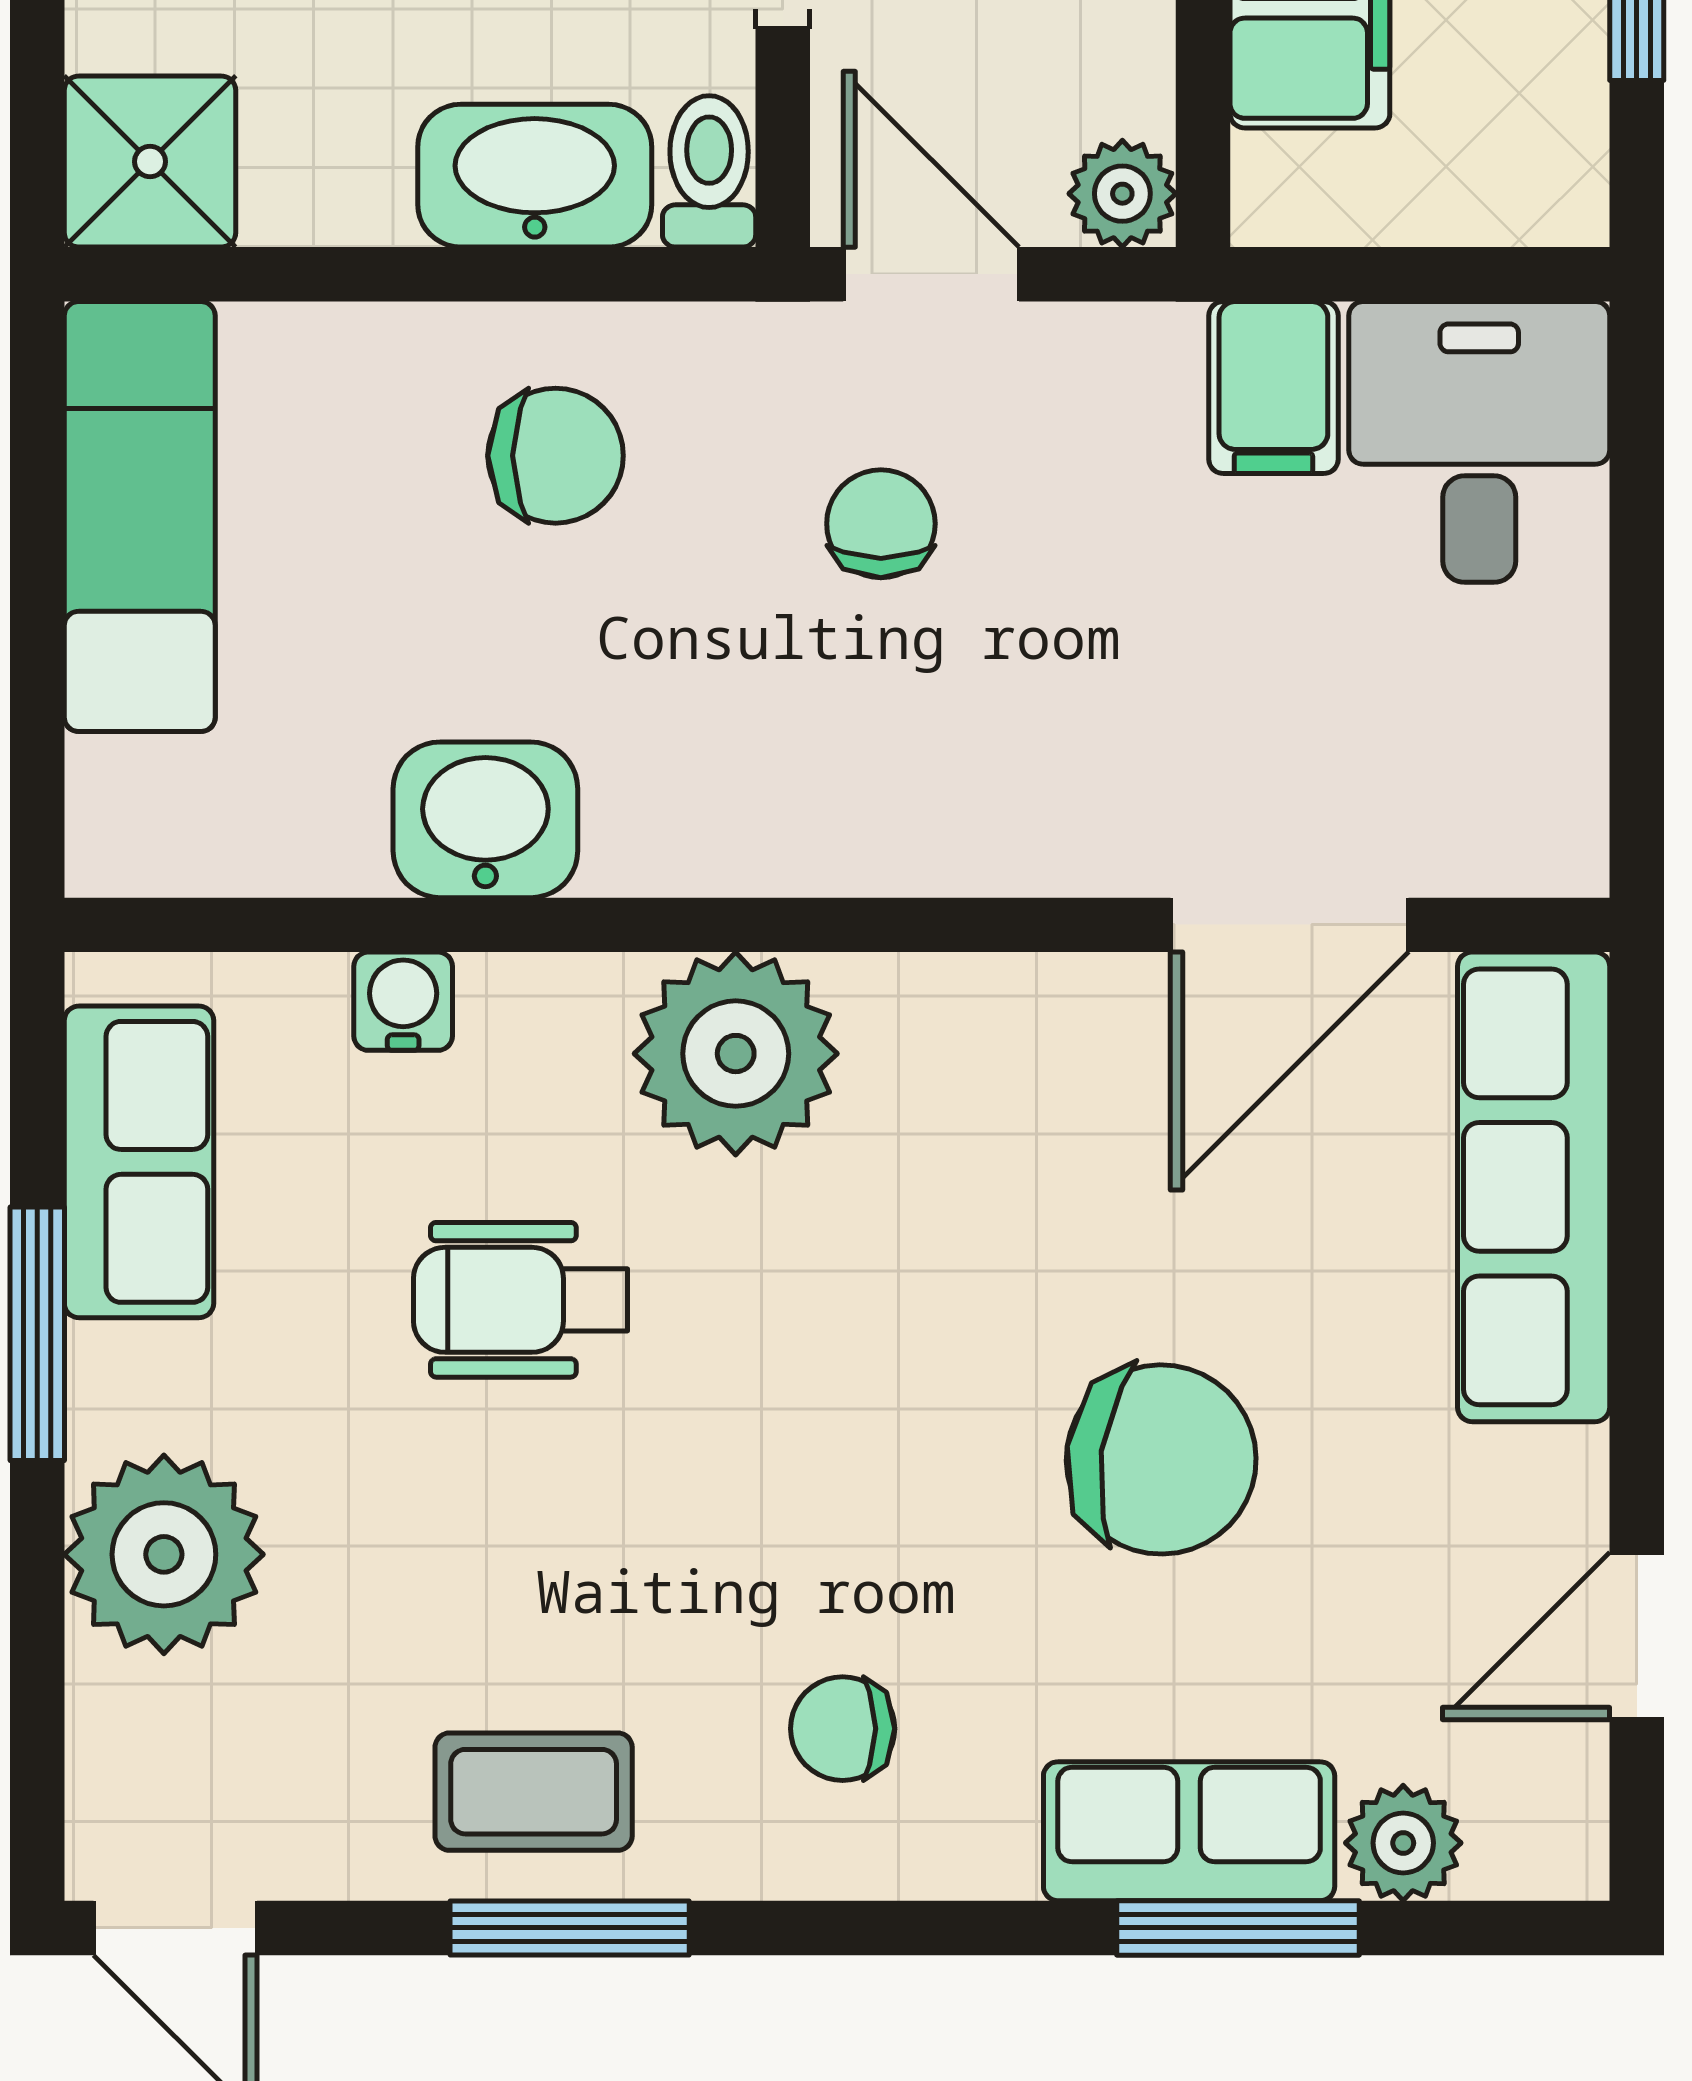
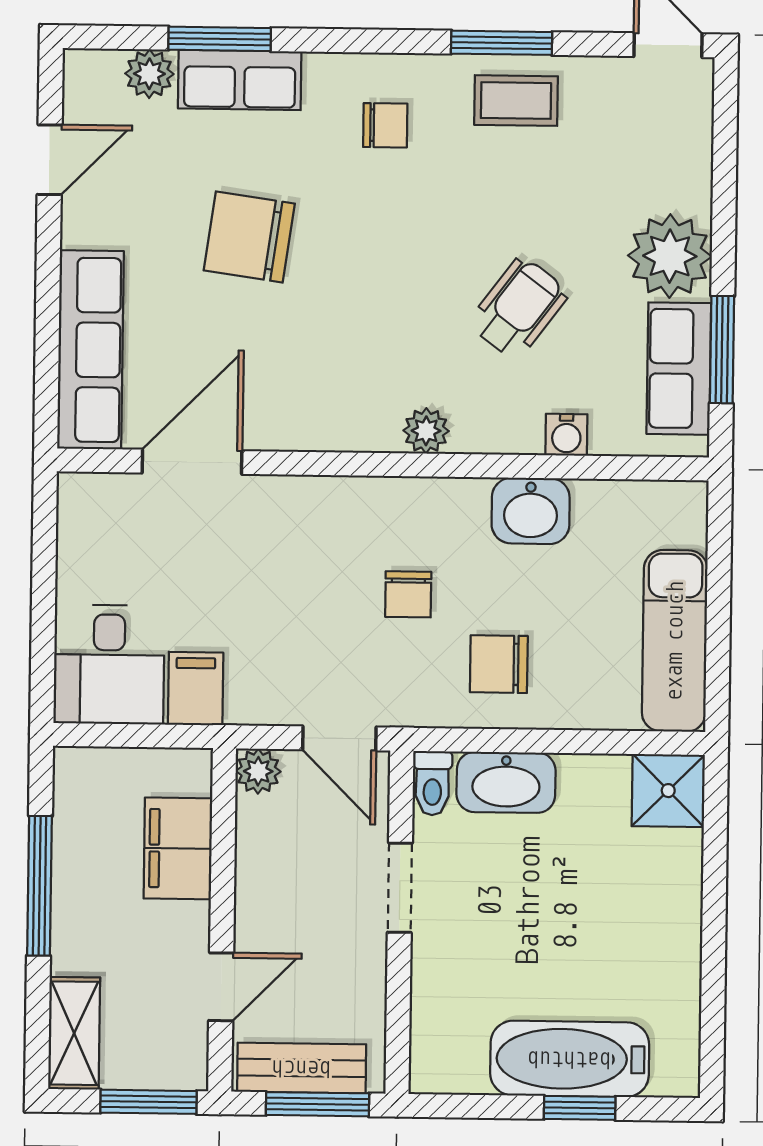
chair: (881, 524) -> (408, 594), moved
plant: (736, 1054) -> (426, 431), width x0.53, depth x0.53
wheelchair: (521, 1300) -> (519, 308), turned -53
window: (37, 1334) -> (722, 350), moved
plant: (164, 1554) -> (670, 256), moved

